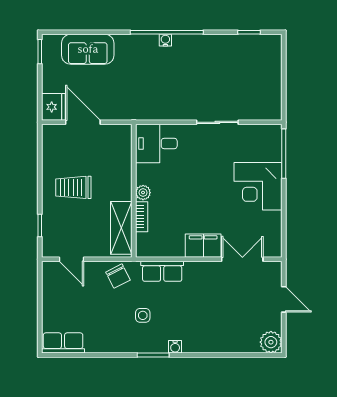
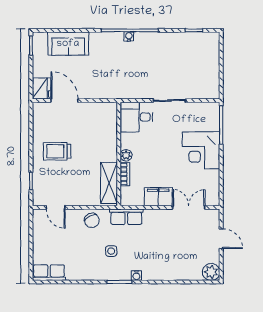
desk: (156, 143) -> (136, 117), moved
wall: (134, 191) -> (119, 154), moved
plant: (143, 193) -> (126, 155), moved
bookcase: (142, 217) -> (125, 174), moved
shelving: (121, 228) -> (109, 183), moved

